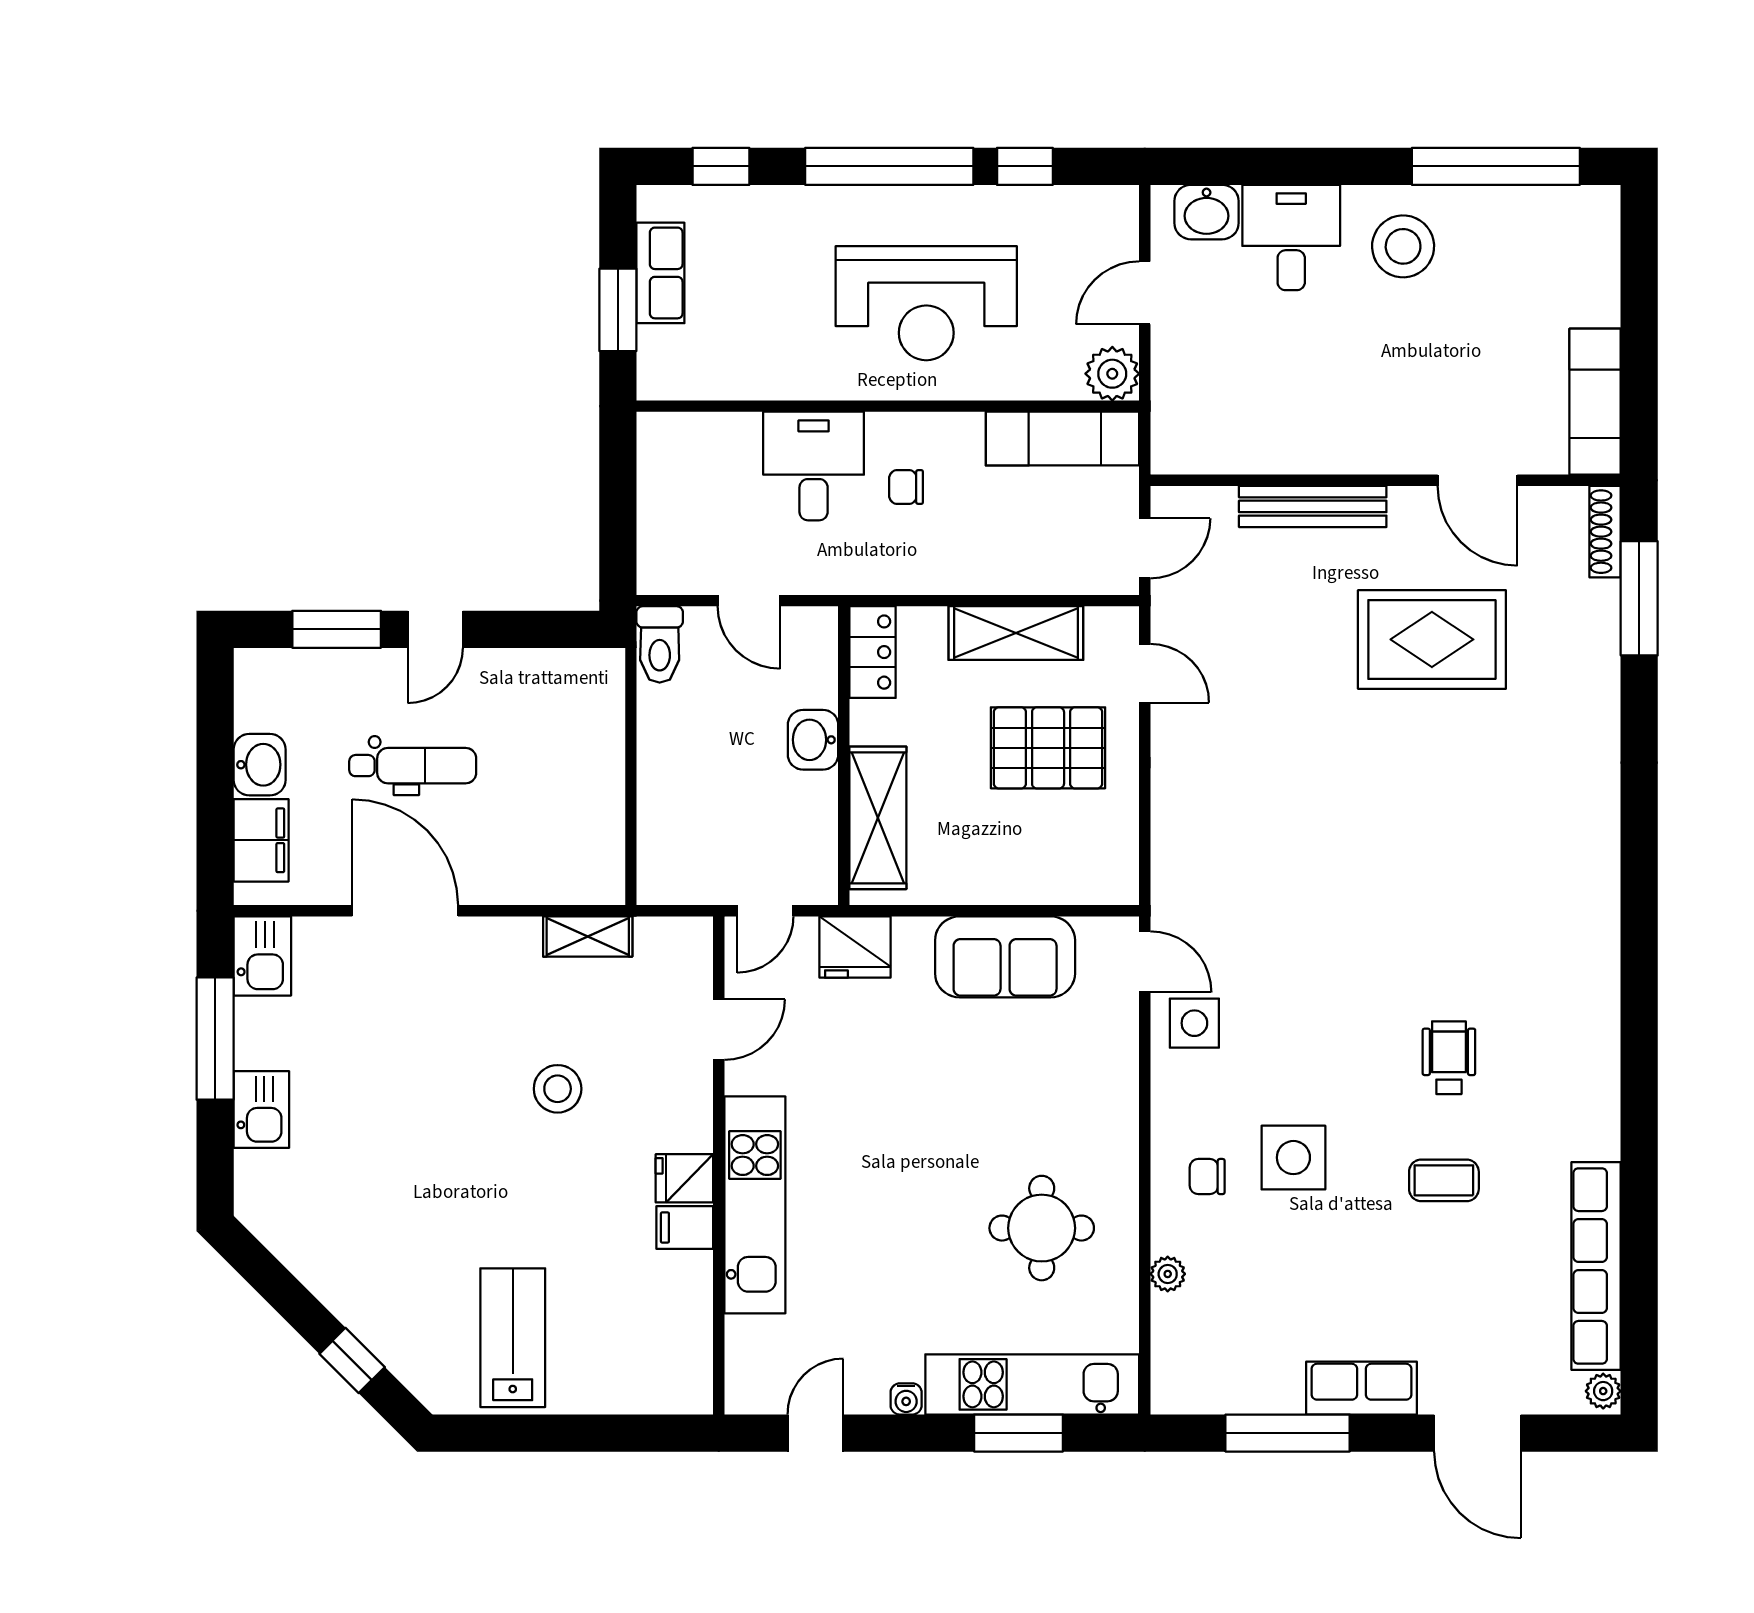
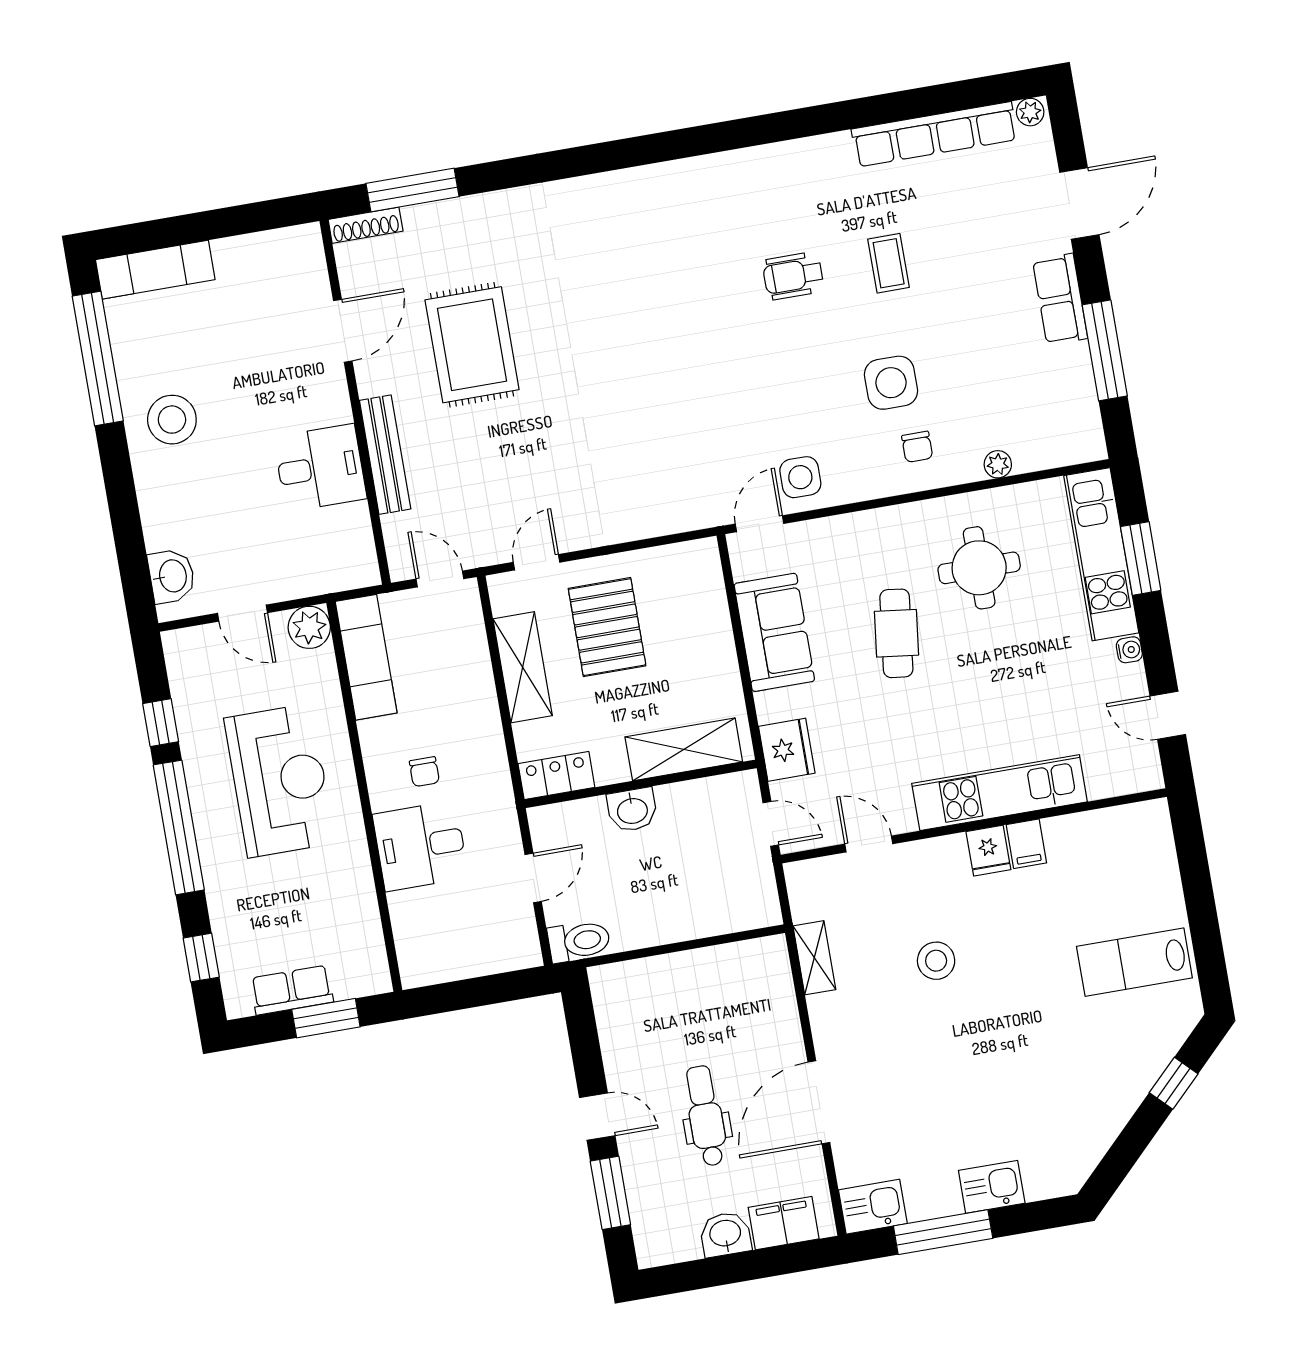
desk: (1291, 238) -> (320, 468), moved, turned 180
exam couch: (1595, 402) -> (155, 270), moved
cafe table: (977, 1110) -> (896, 633), added

